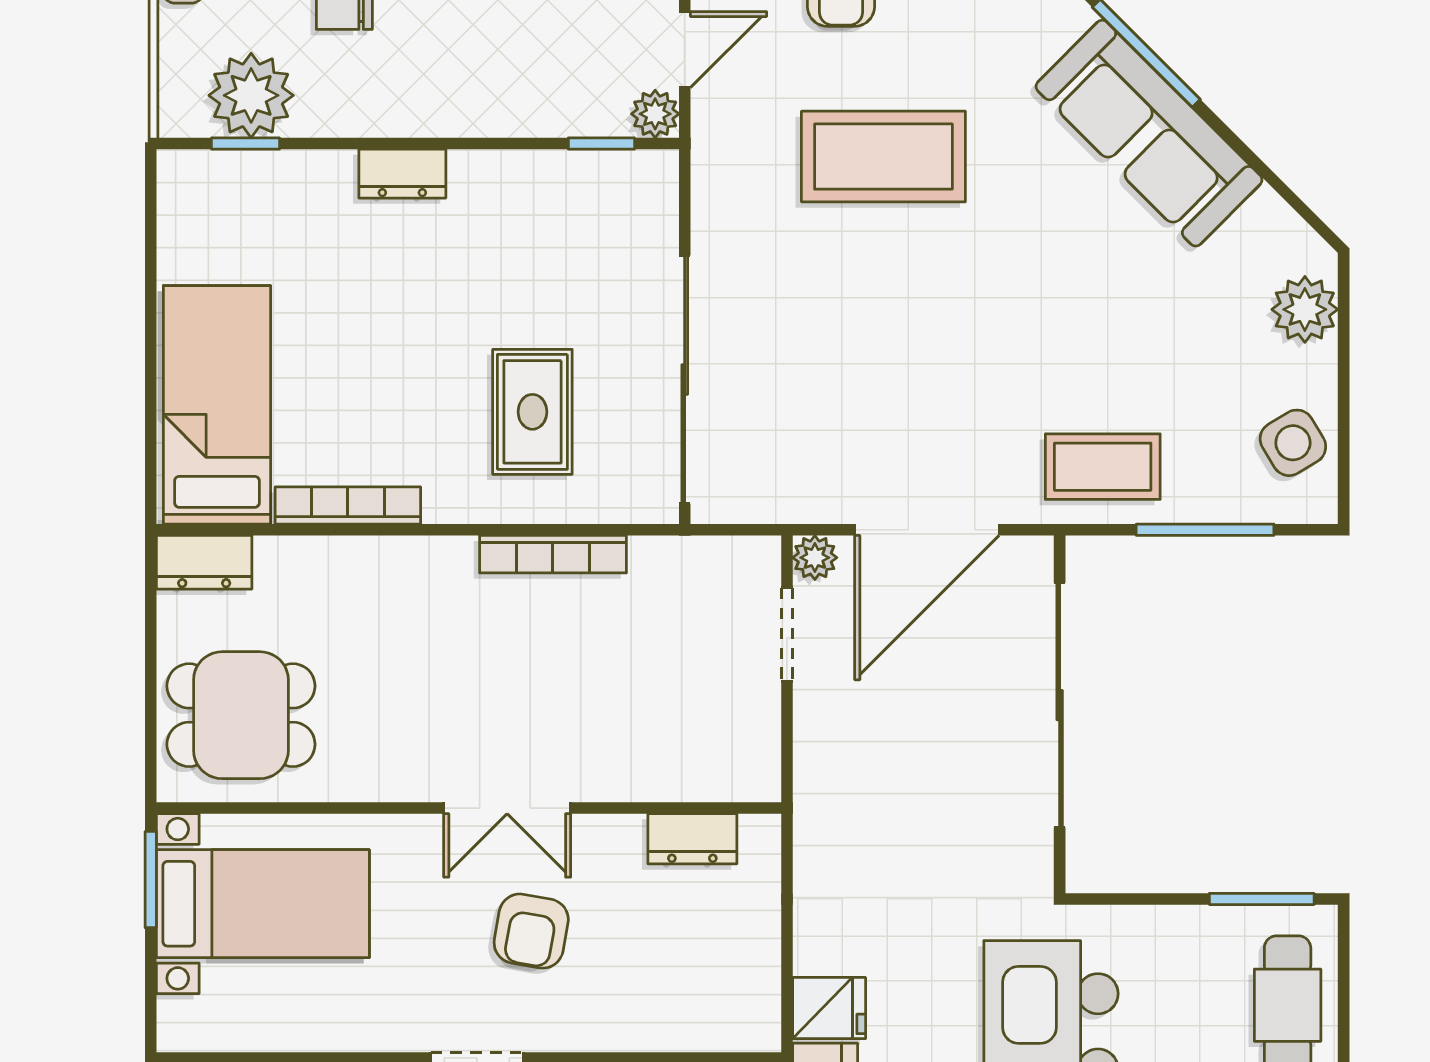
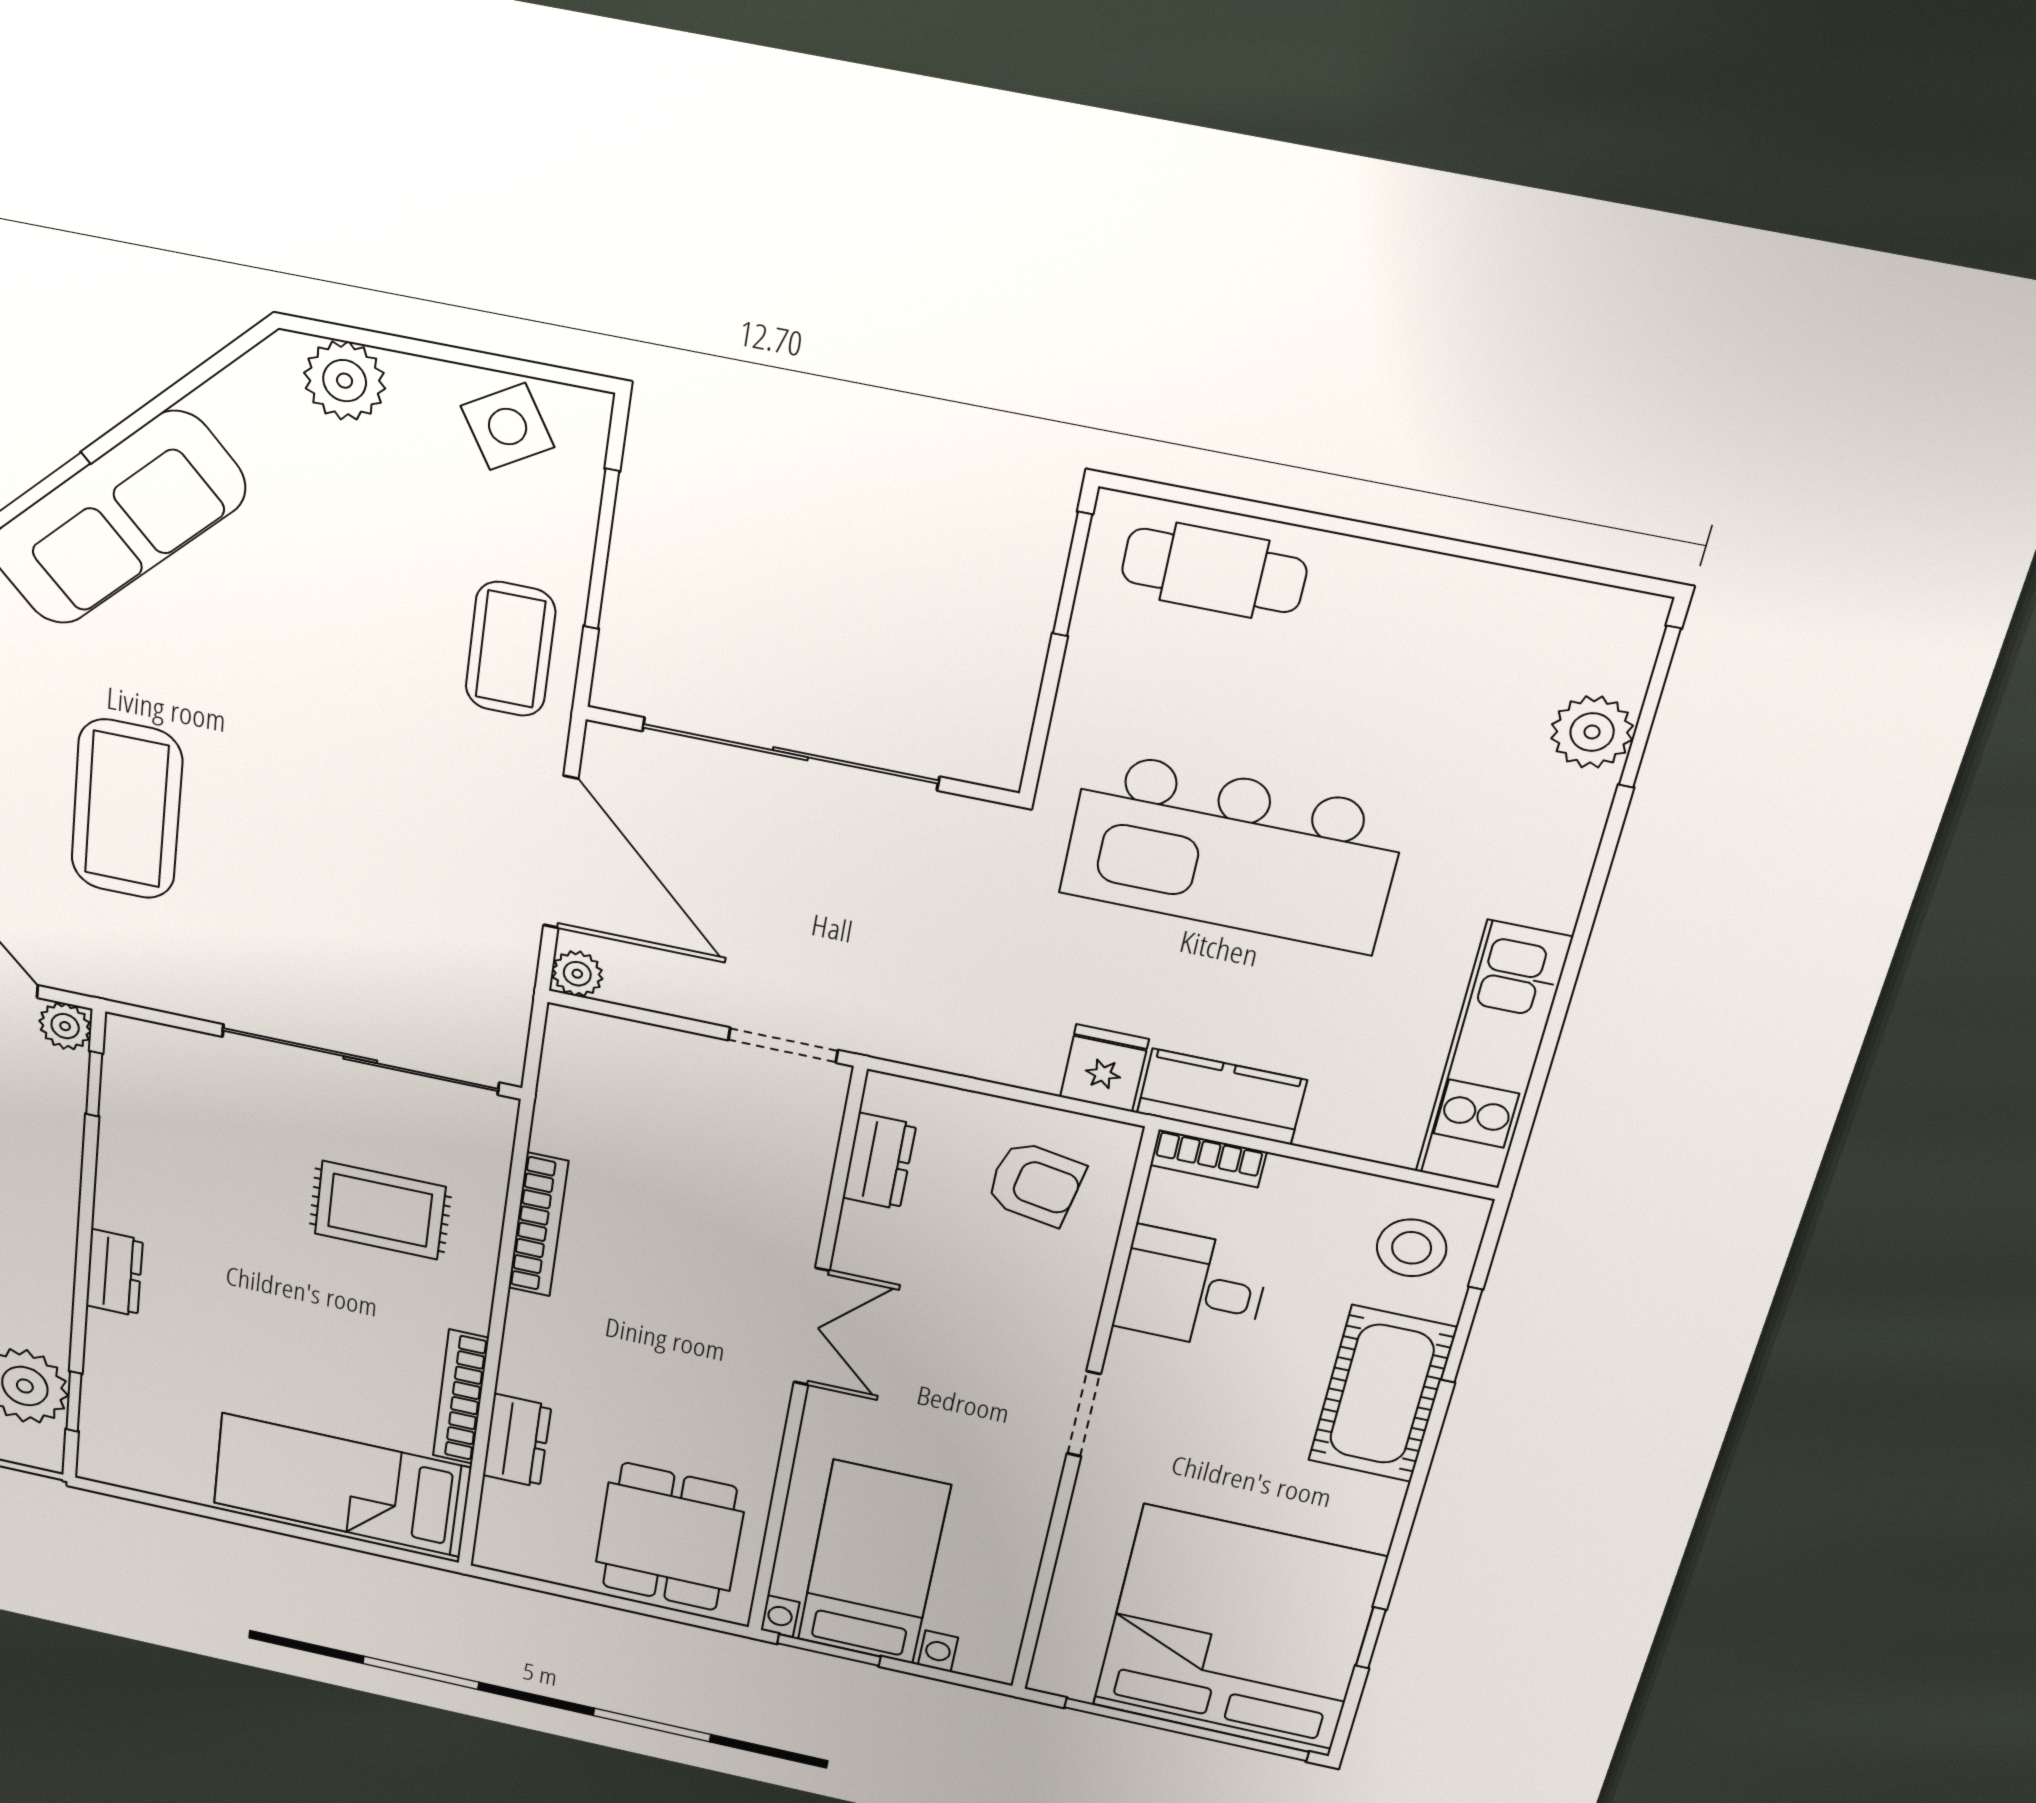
dresser: (204, 562) -> (517, 1441), moved
doorway: (787, 635) -> (783, 1045), moved
armchair: (531, 931) -> (1035, 1183), moved

